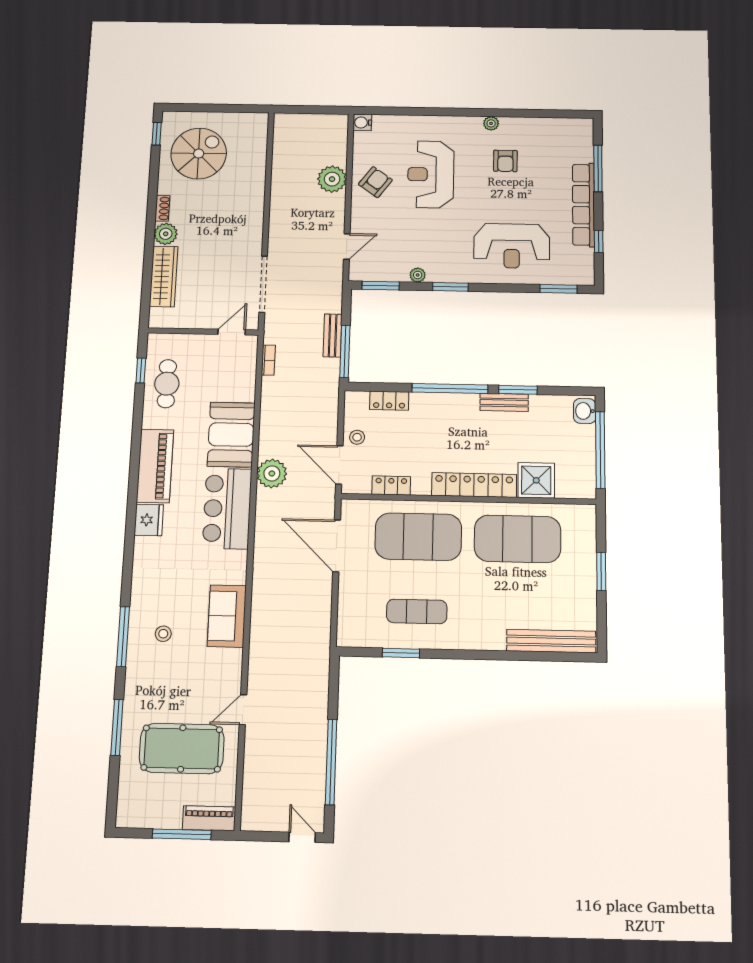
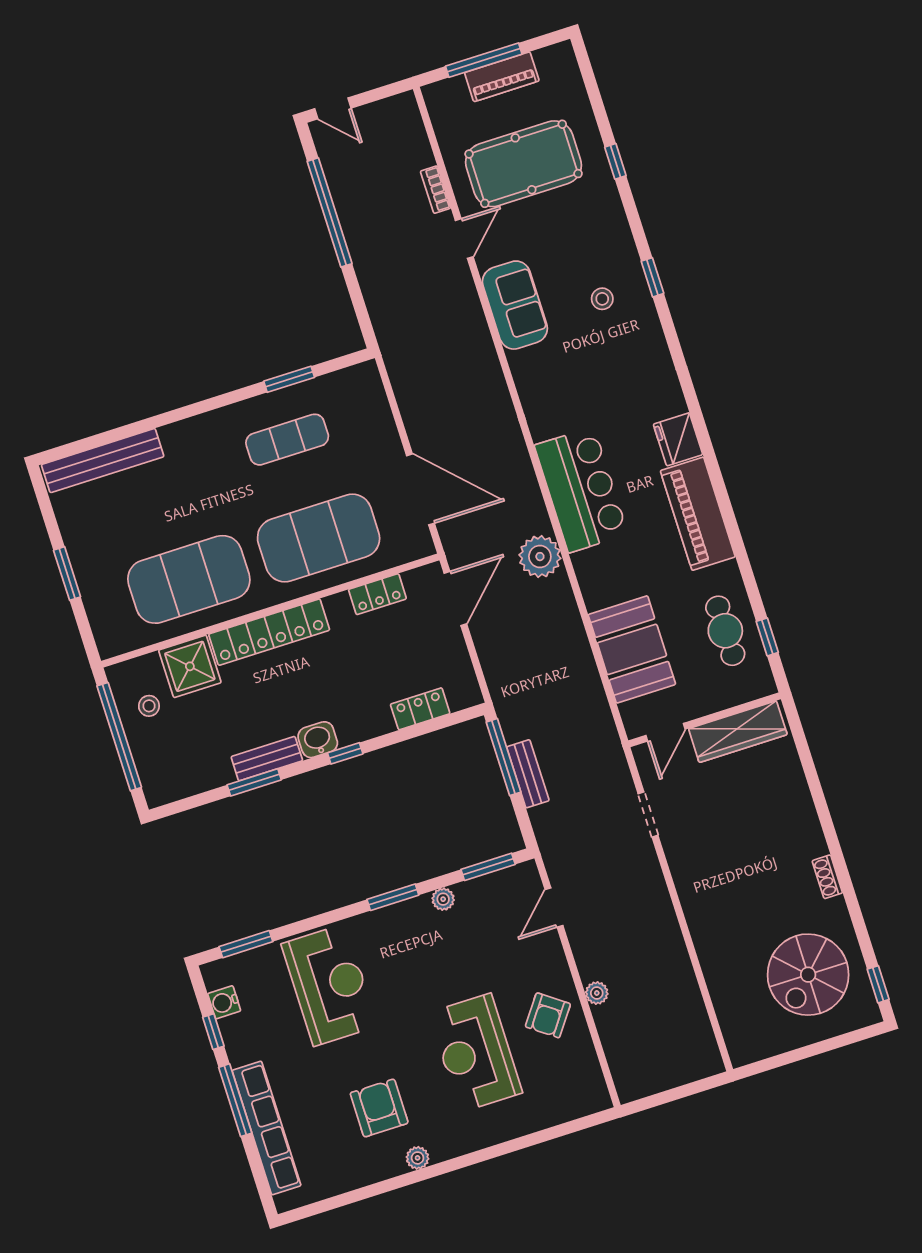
water cooler: (362, 123) -> (224, 1002), moved, turned 180
armchair: (505, 161) -> (379, 1108), width x1.38, depth x1.38
window: (598, 168) -> (235, 1100), moved
reception desk: (431, 174) -> (475, 1053), turned 180
plant: (332, 179) -> (597, 993), width x0.53, depth x0.53
row of seats: (583, 205) -> (267, 1128), moved
plant: (166, 234) -> (808, 841), removed
reception desk: (512, 246) -> (329, 985), turned 90
wardrobe: (164, 276) -> (738, 732), moved, turned -90
doorway: (263, 284) -> (648, 815), width x0.53
bookcase: (268, 360) -> (436, 190), moved
window: (450, 388) -> (345, 753), width x0.32
washbasin: (585, 411) -> (318, 740), moved, turned -90
booth: (231, 435) -> (632, 649), moved
stool: (357, 437) -> (149, 706), moved
door: (339, 465) -> (455, 599), hinge flipped
sofa: (227, 616) -> (515, 305), moved
window: (123, 637) -> (652, 277), width x0.46
window: (117, 727) -> (615, 161), width x0.46
piano: (209, 818) -> (502, 77), moved

